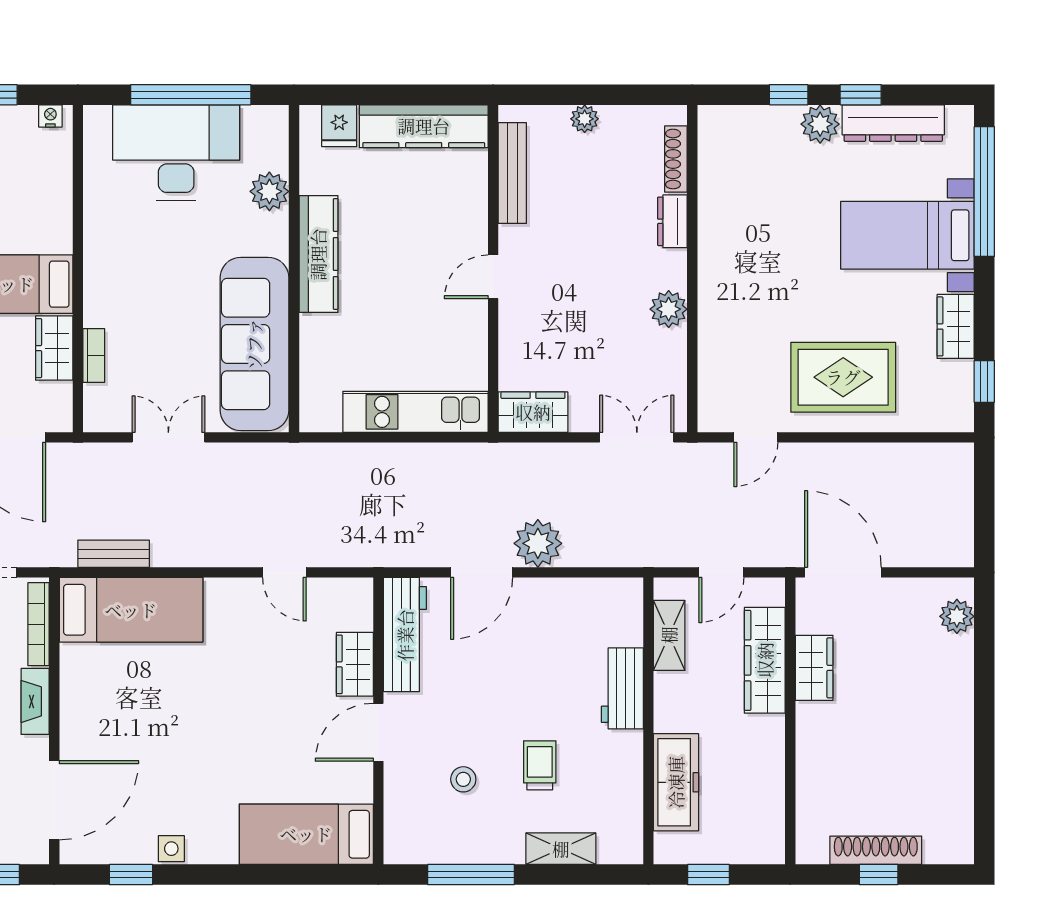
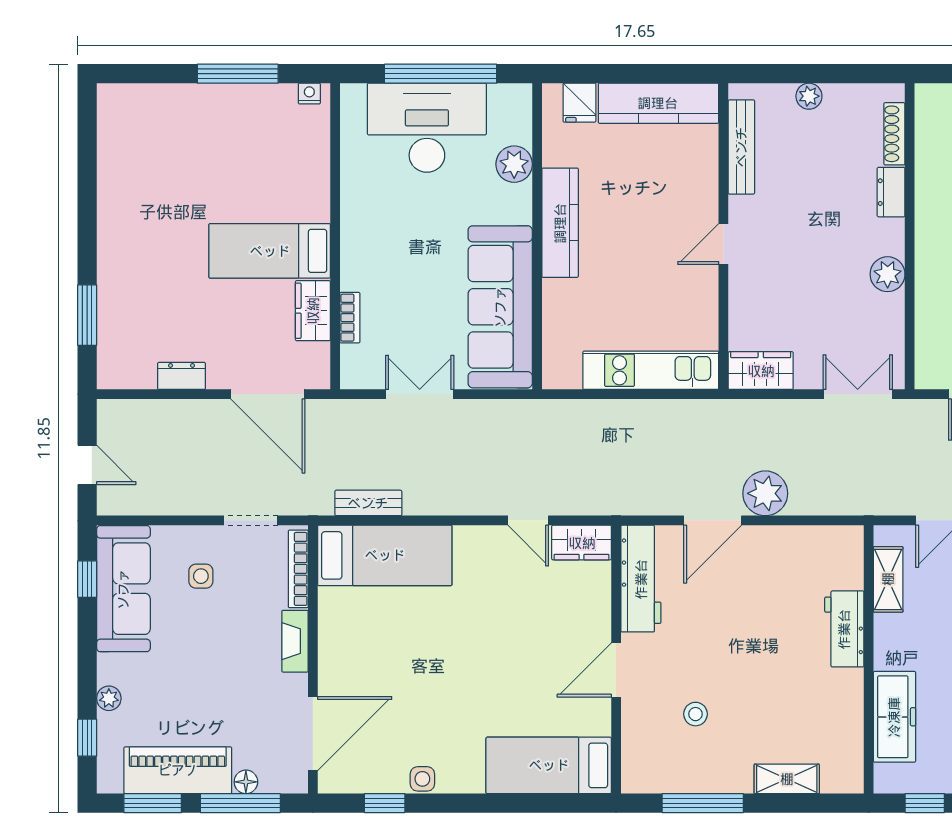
wardrobe: (355, 664) -> (582, 543), moved, turned -90
trolley: (540, 765) -> (767, 701), removed

